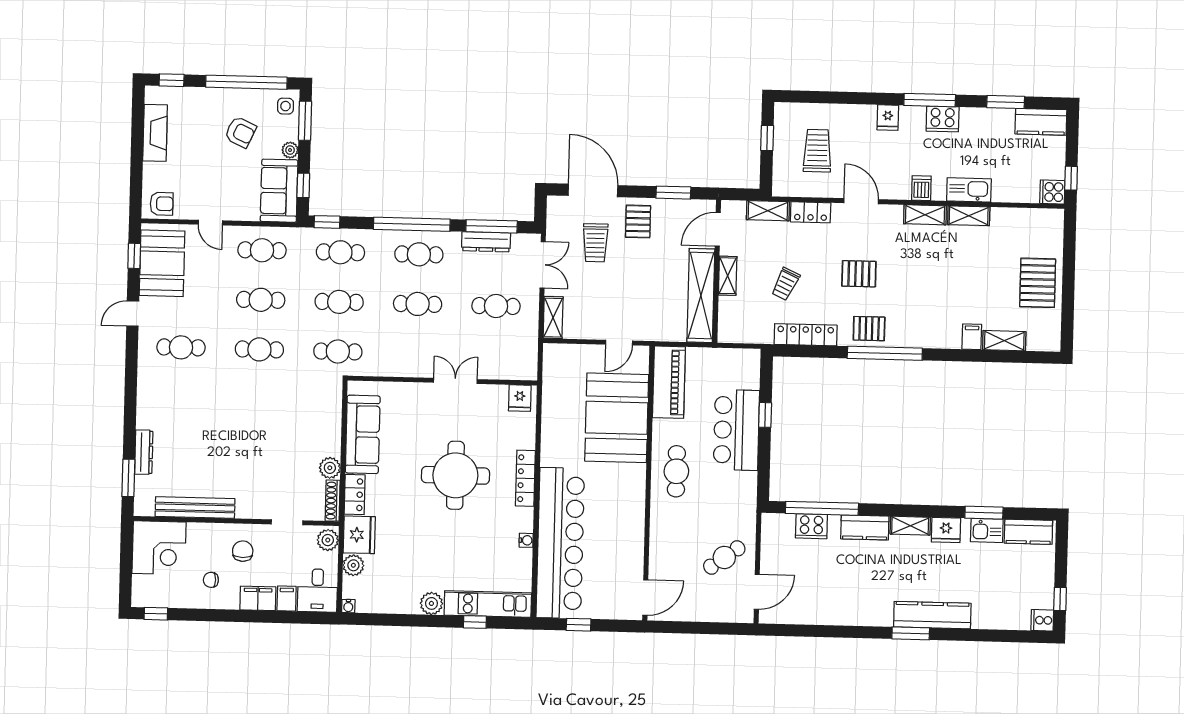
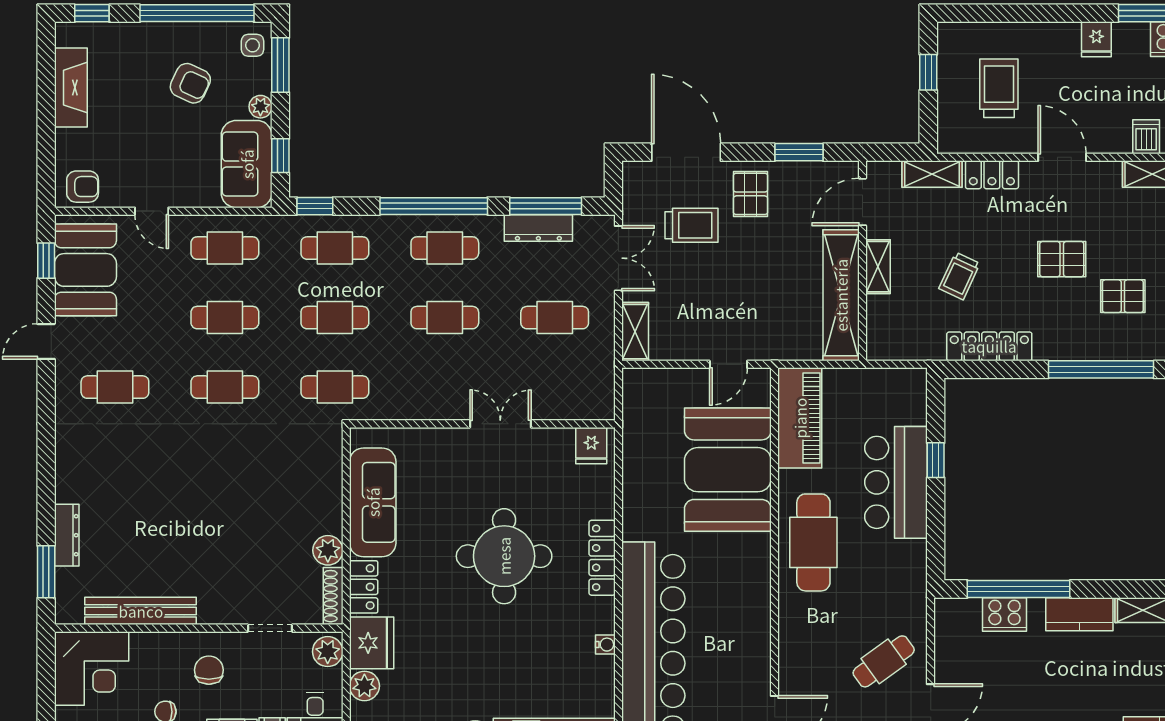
trolley: (595, 243) -> (692, 225), turned -90
pallet: (869, 329) -> (1123, 296), moved
cafe table: (676, 471) -> (813, 542), width x1.37, depth x1.35

